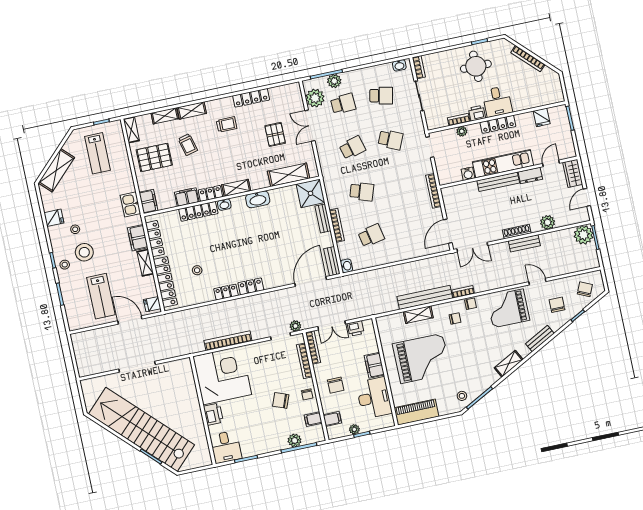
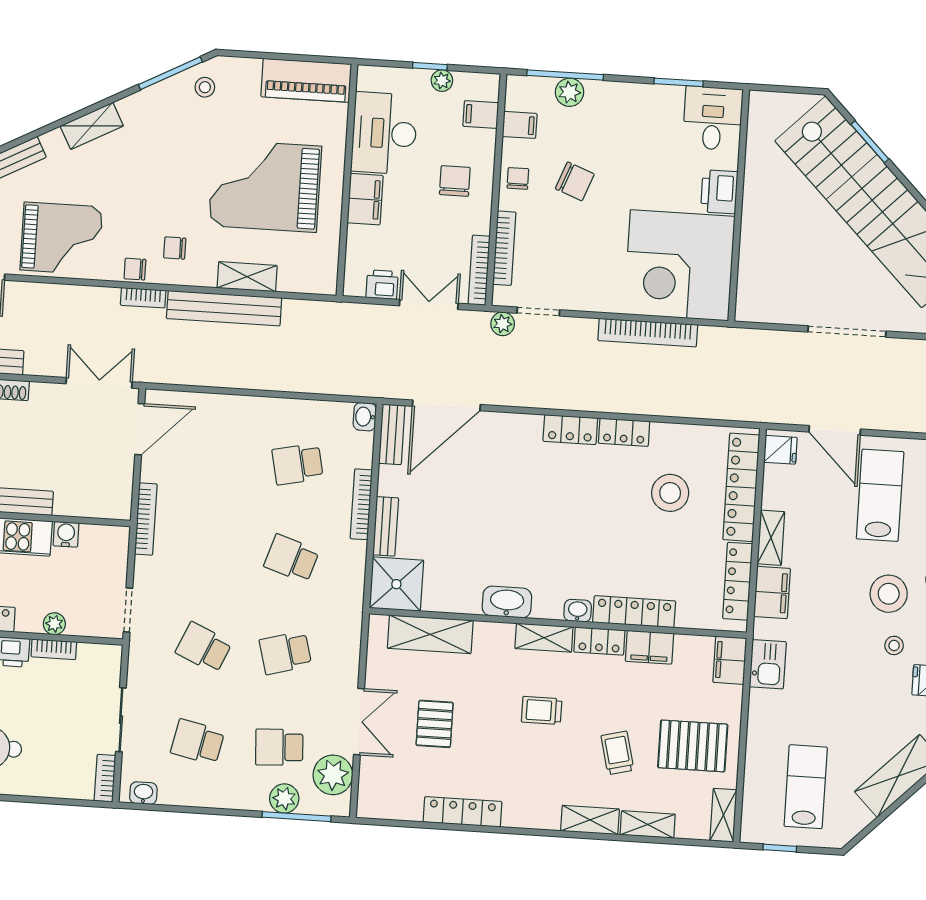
trolley: (227, 124) -> (542, 710), moved
stool: (197, 270) -> (670, 493), width x1.89, depth x1.89

